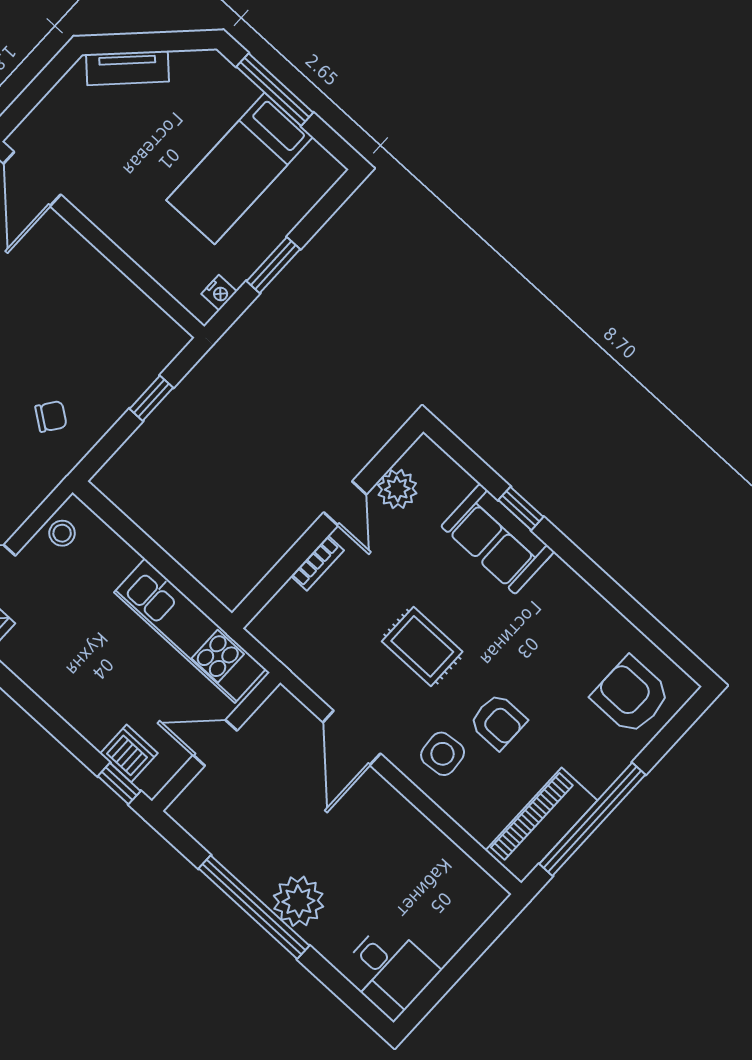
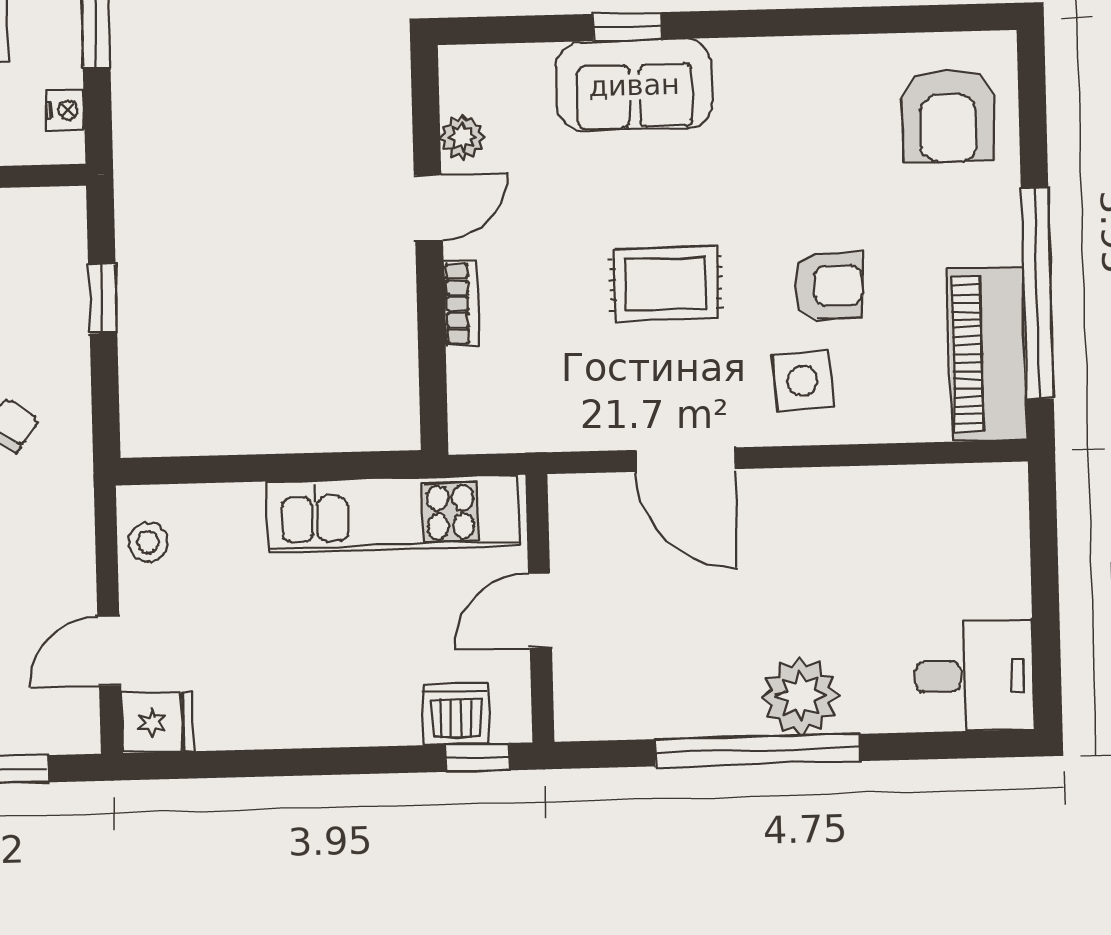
plant: (397, 489) -> (462, 137), width x0.73, depth x0.73
door: (345, 503) -> (428, 208), hinge flipped
armchair: (631, 695) -> (948, 115), turned -90

